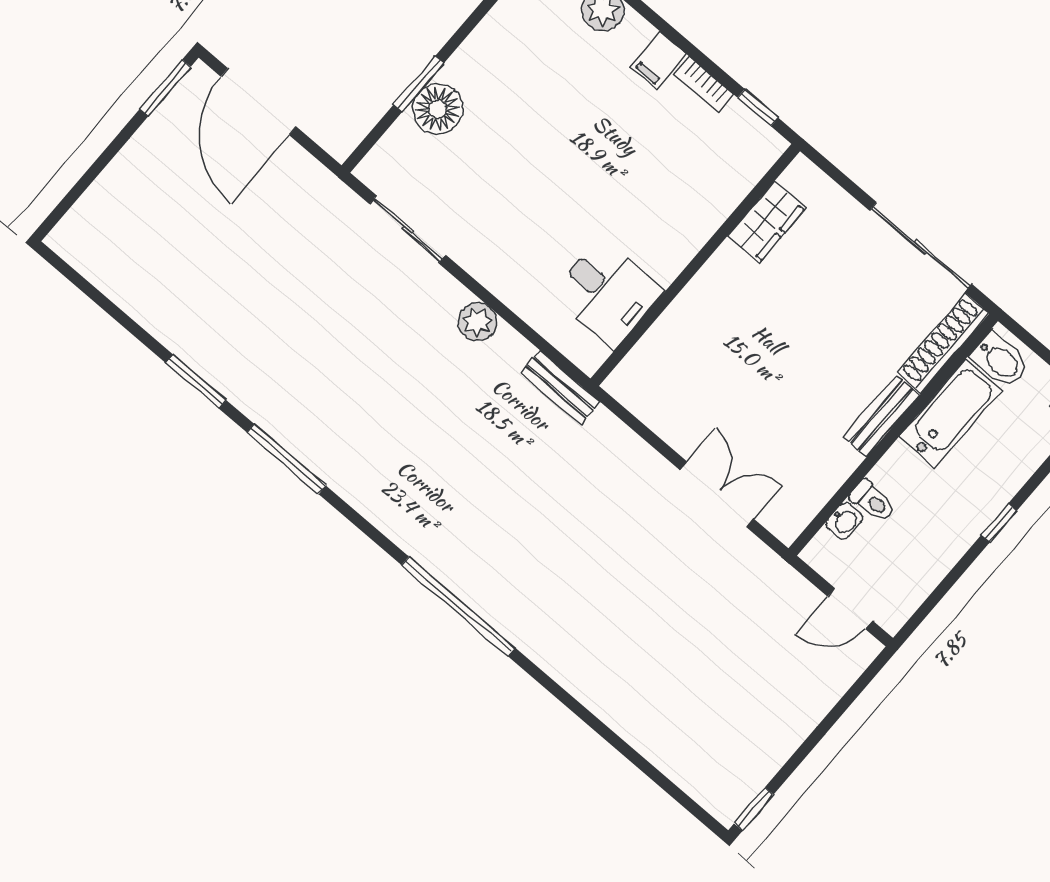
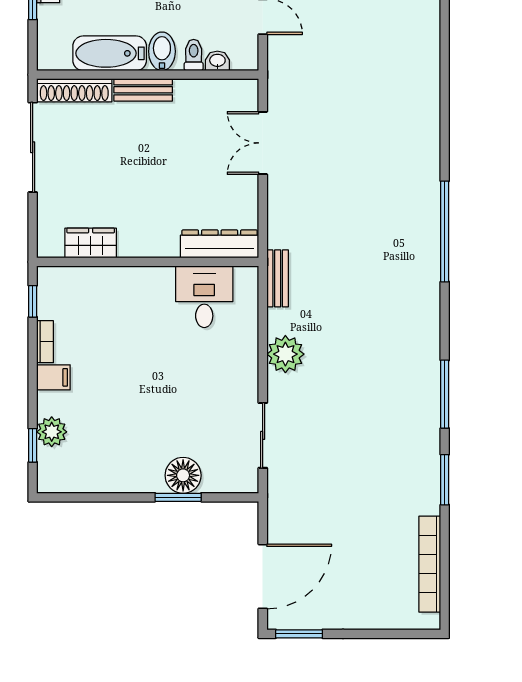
bookcase: (120, 289) -> (430, 564), added
plant: (478, 322) -> (285, 354), width x1.36, depth x1.36
dresser: (649, 357) -> (220, 244), added
bidet: (1000, 360) -> (162, 51), moved

